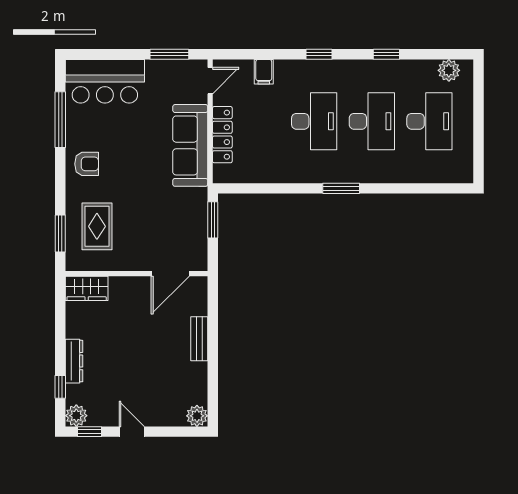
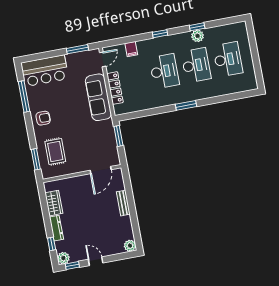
plant: (449, 70) -> (198, 36), moved
wardrobe: (87, 288) -> (54, 203), moved, turned -90

